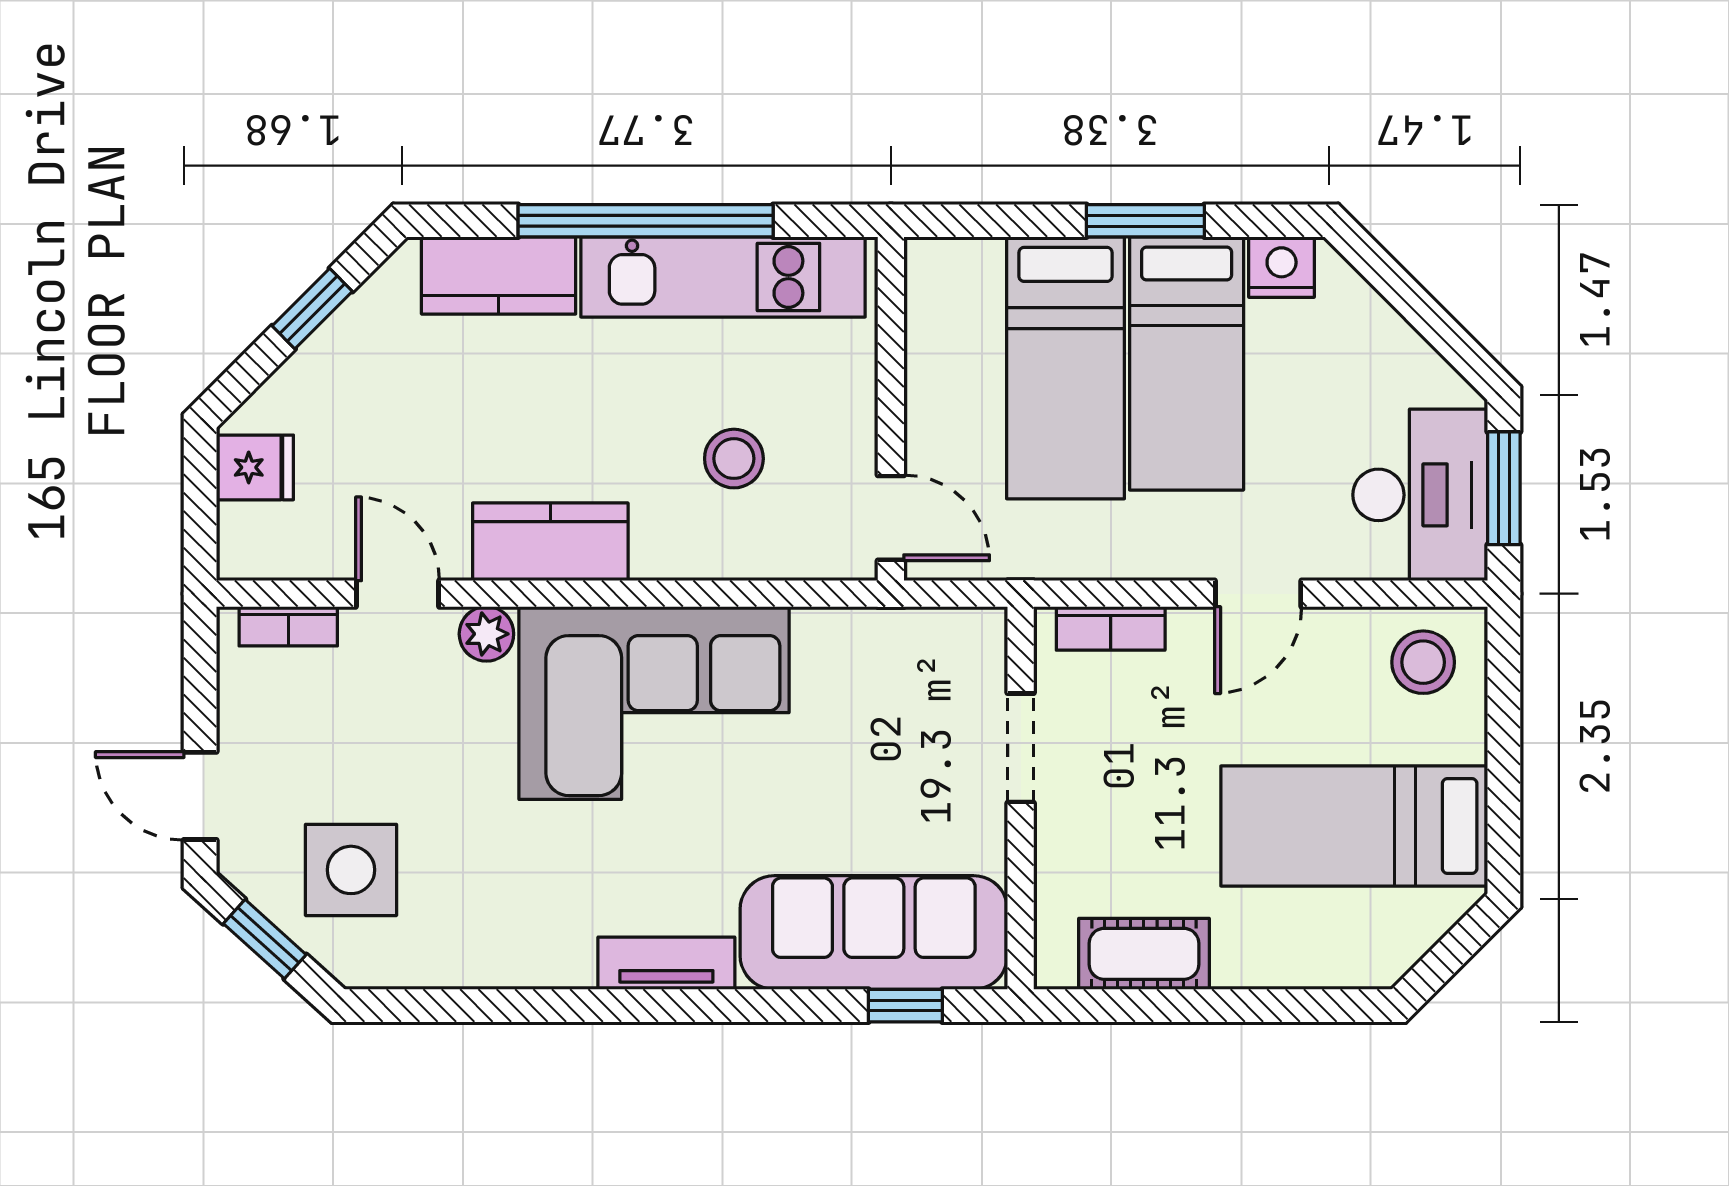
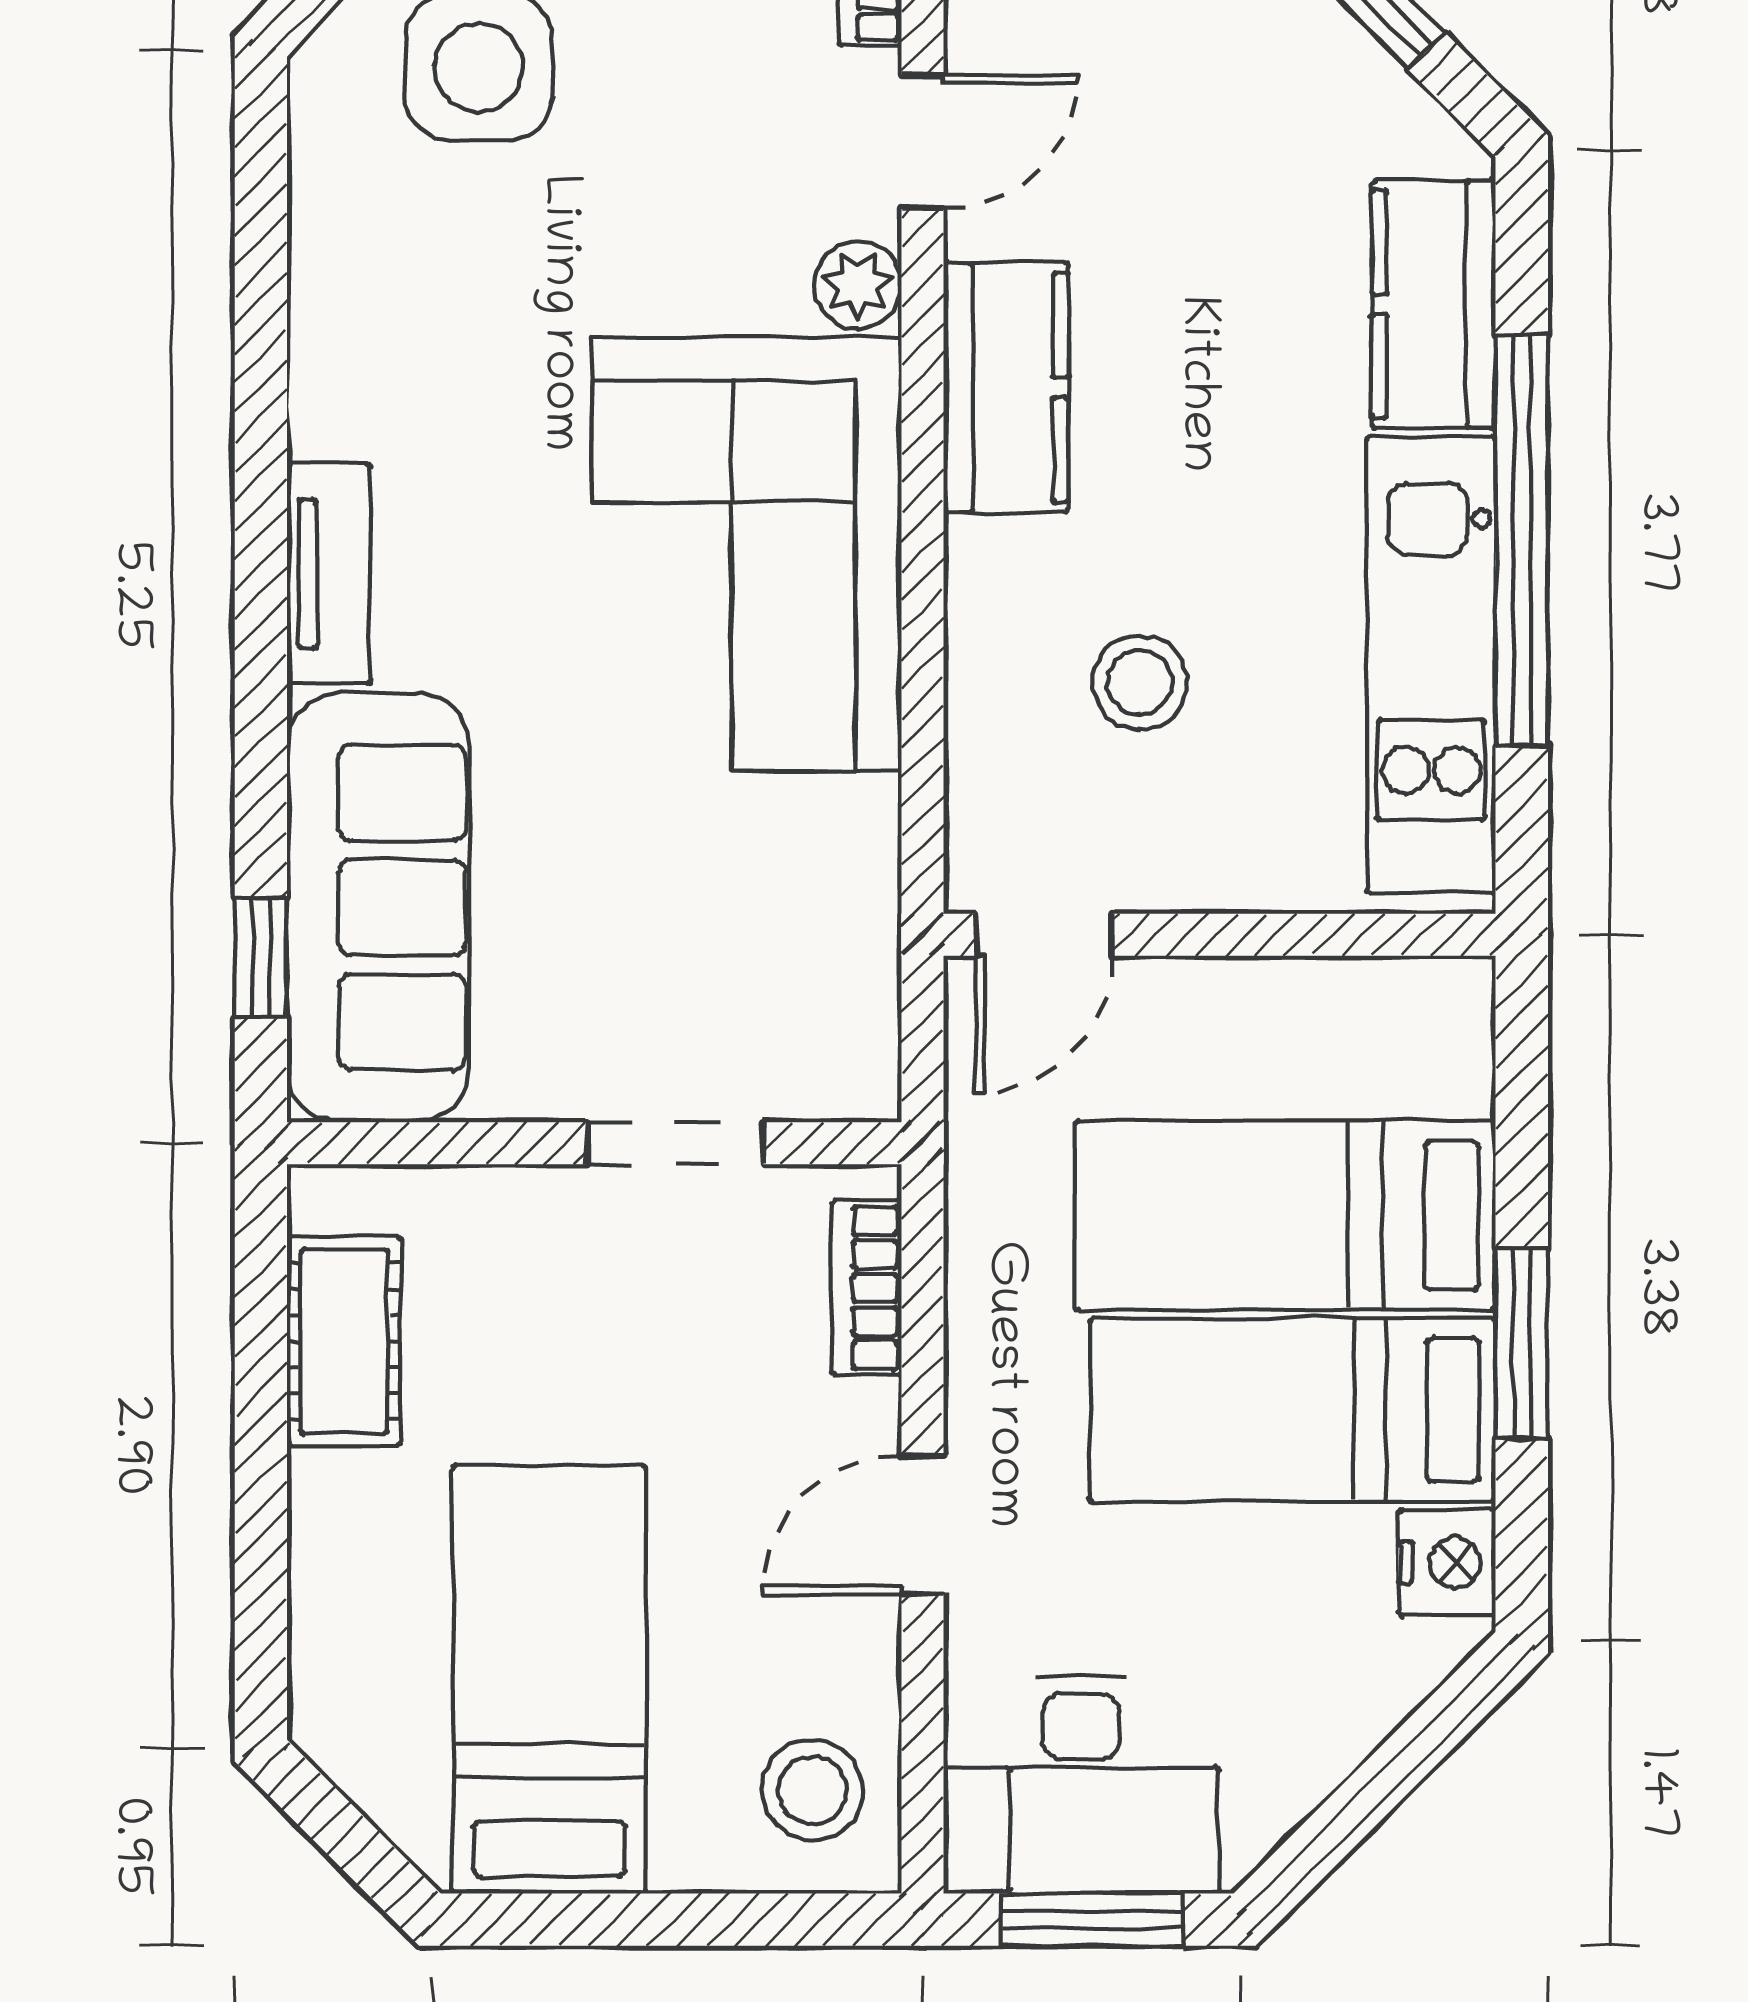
door: (1258, 594) -> (923, 1525), hinge flipped

